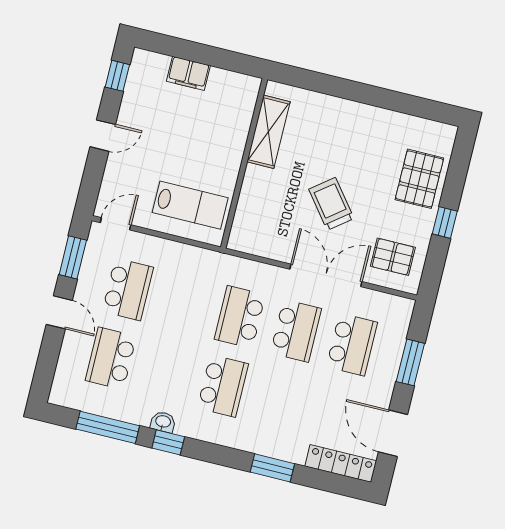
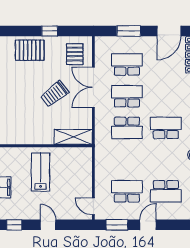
shelving: (268, 132) -> (73, 137), moved
lab bench: (190, 205) -> (41, 172), moved

